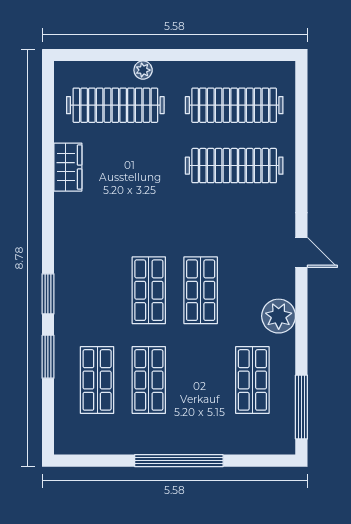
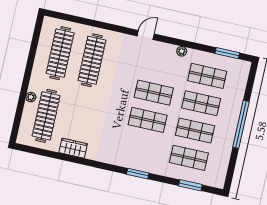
plant: (279, 316) -> (182, 51), width x0.53, depth x0.53
window: (48, 357) -> (190, 185), moved
shop shelf: (201, 380) -> (201, 103), added
window: (301, 407) -> (227, 53), width x0.69

